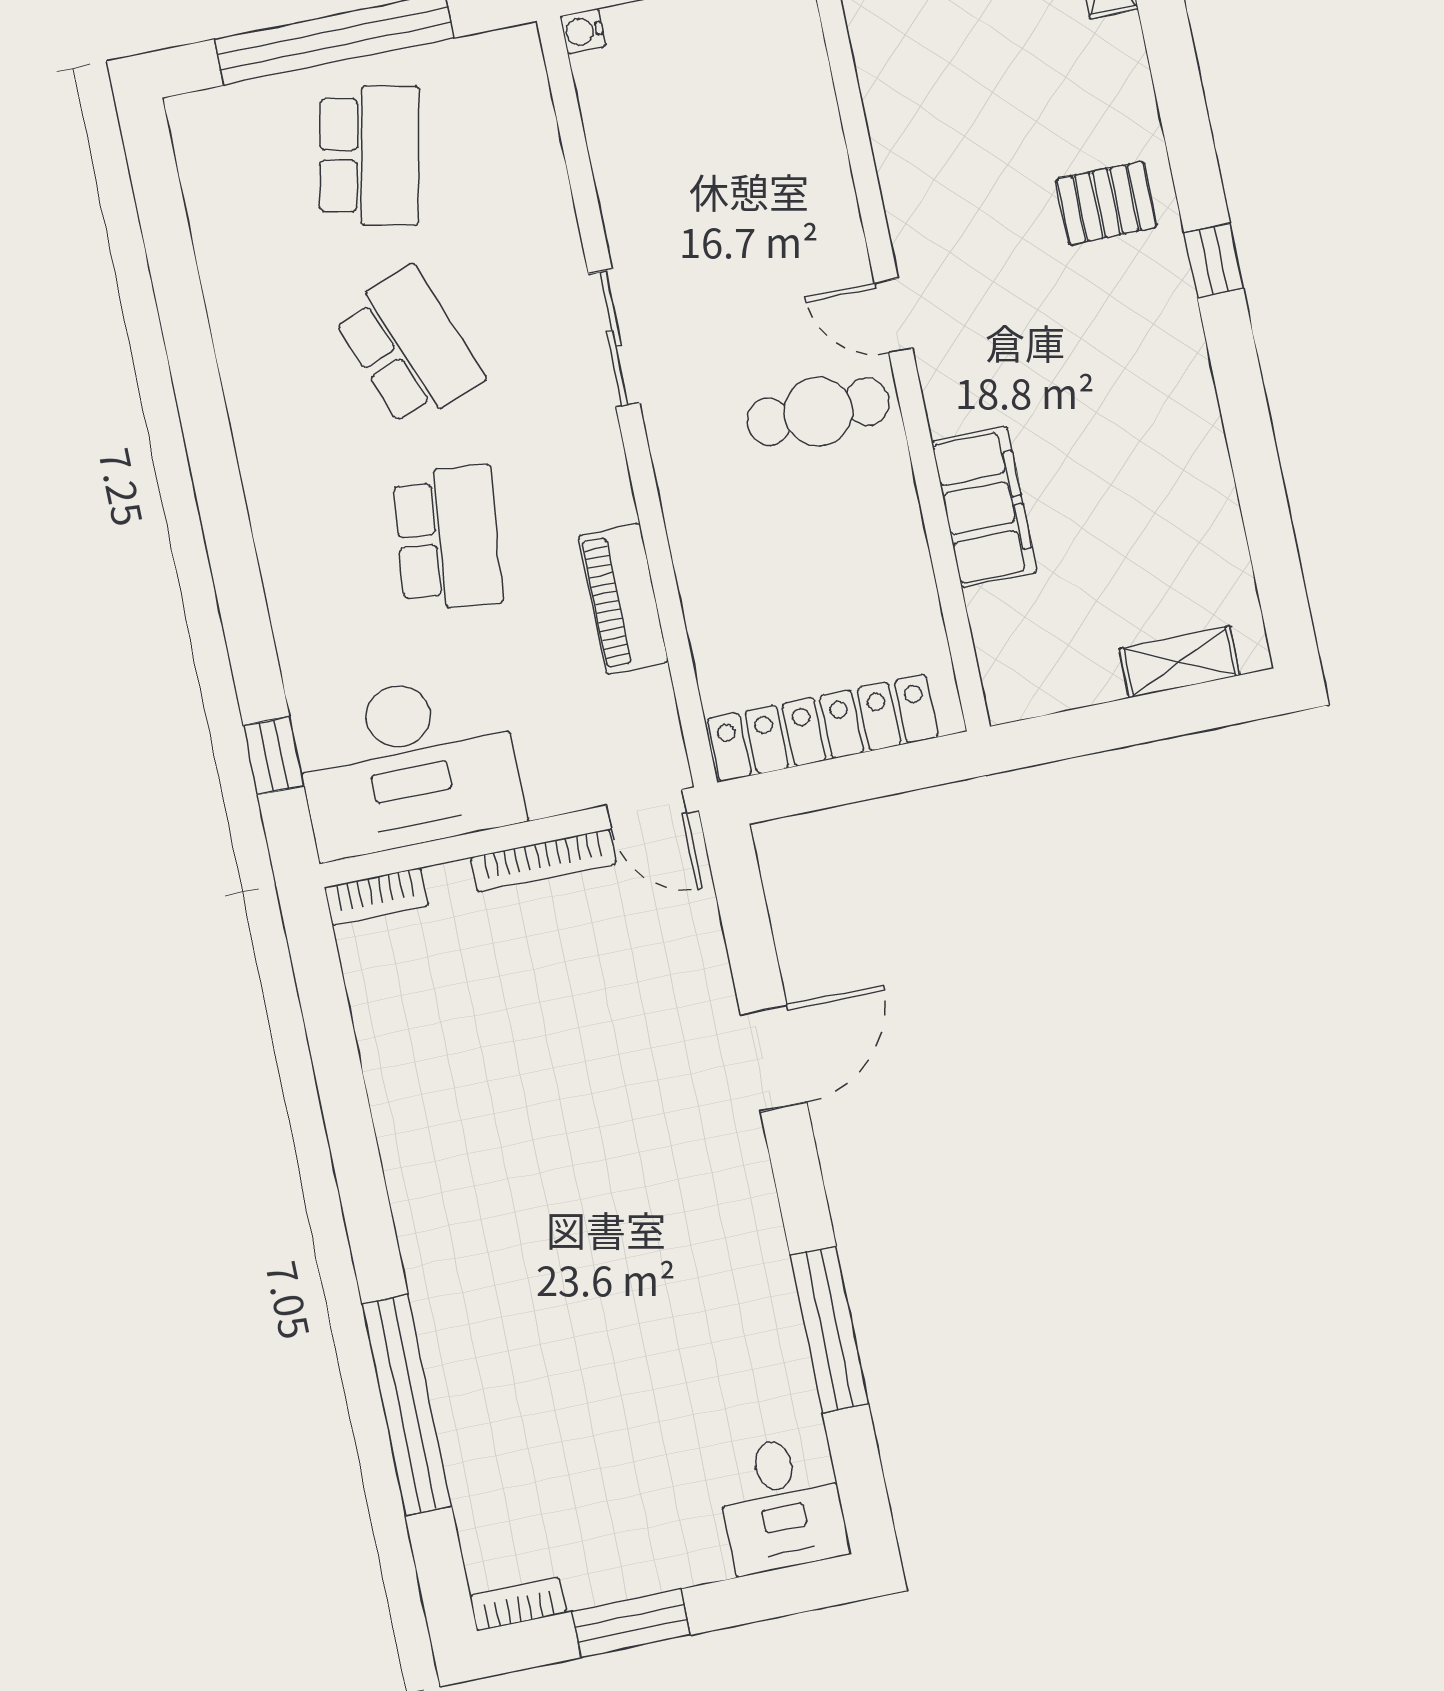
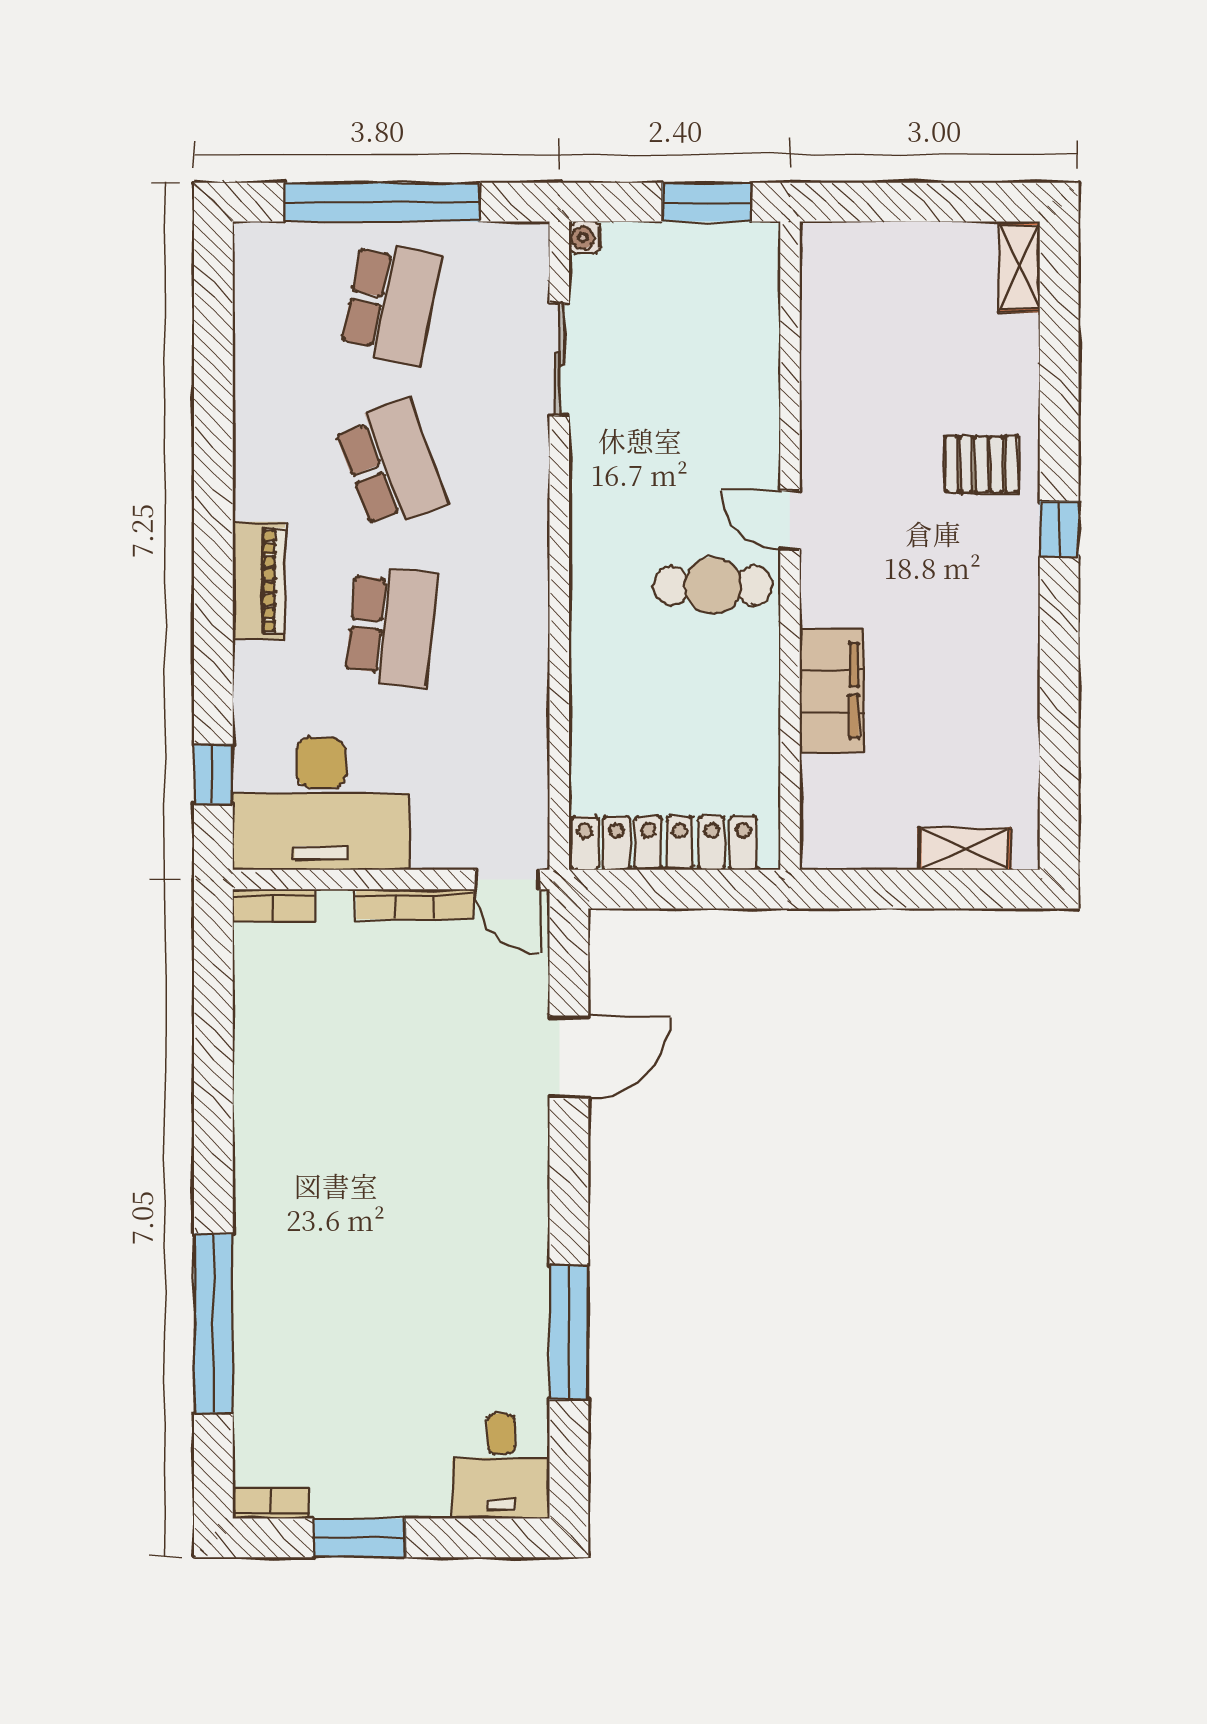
sliding door: (614, 338) -> (559, 359), moved
piano: (623, 599) -> (259, 581), moved, turned 180
door: (774, 1058) -> (569, 1057), moved

